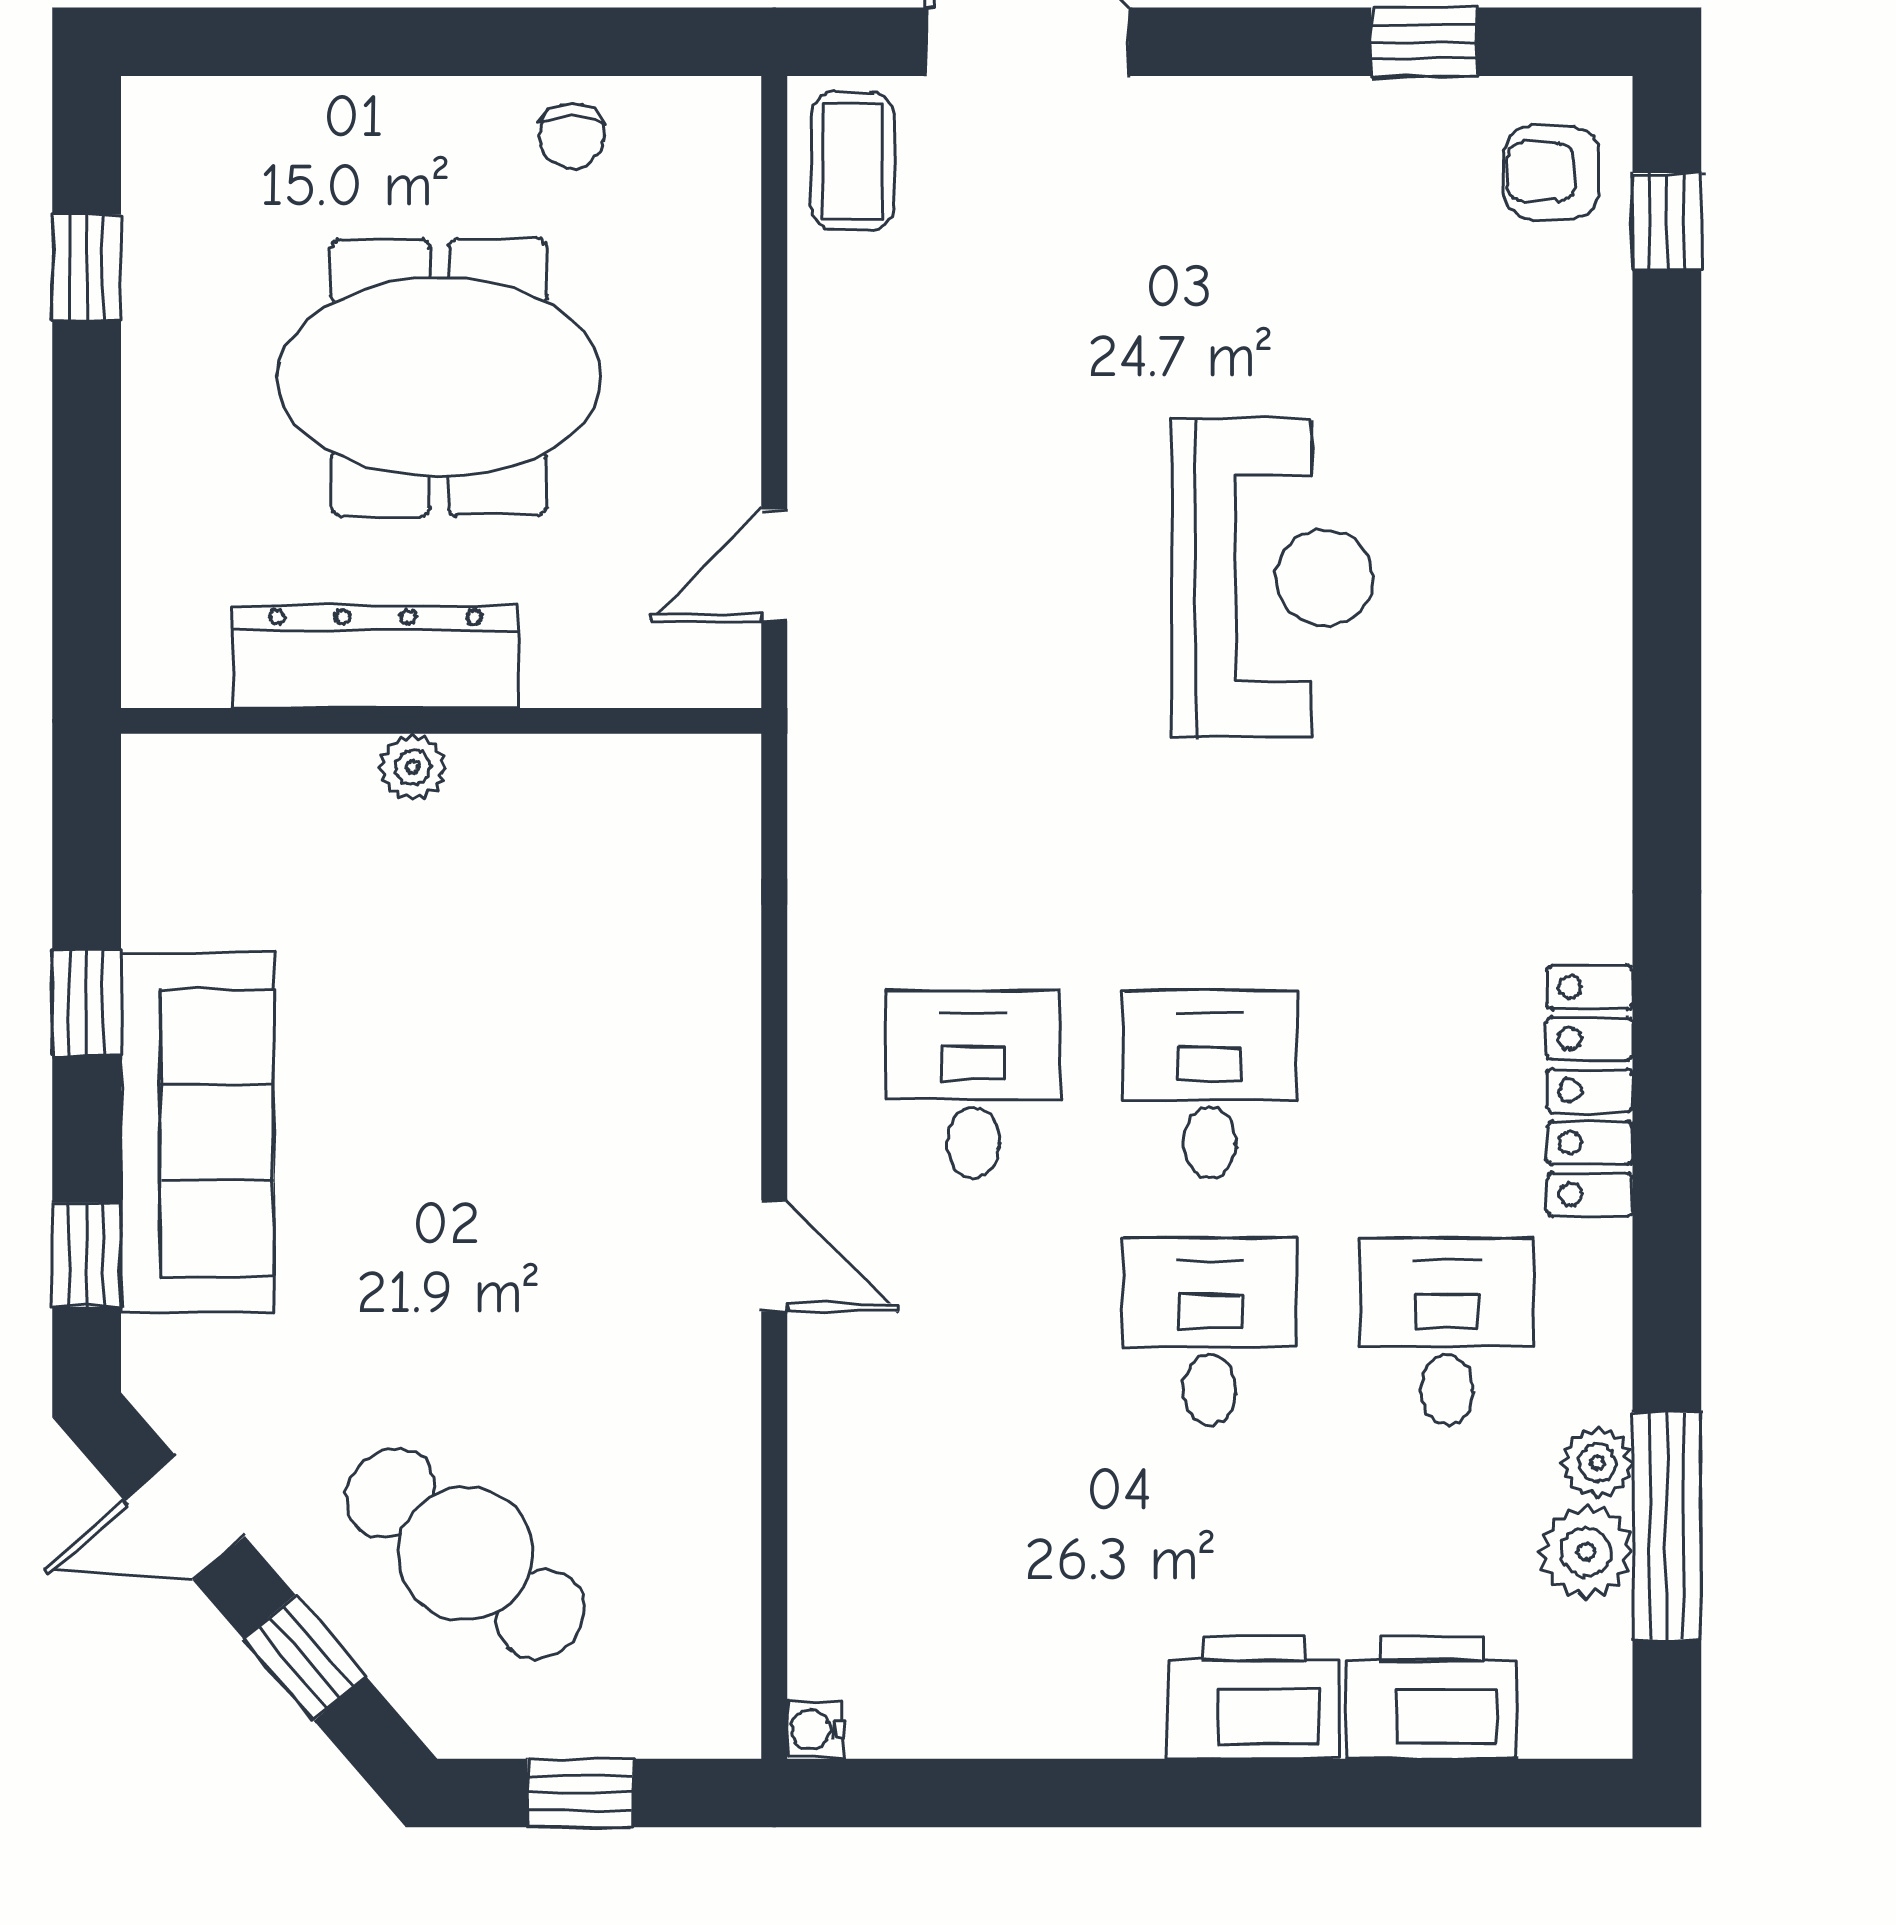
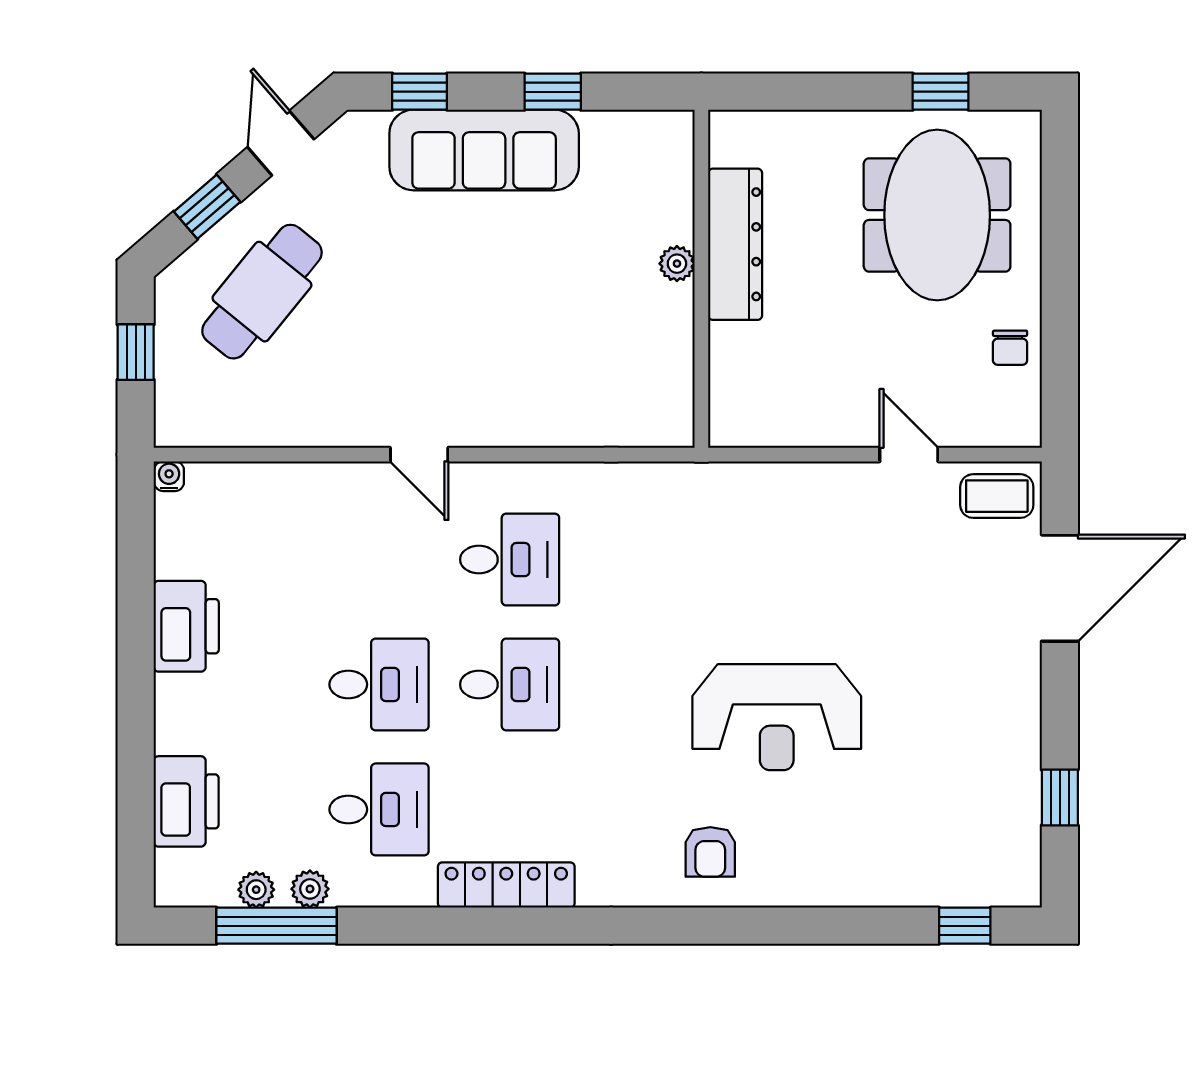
chair: (572, 136) -> (1010, 348), turned -90
armchair: (1552, 173) -> (710, 852), moved, turned 180
meeting table: (439, 377) -> (937, 215), moved
door: (774, 565) -> (909, 455), moved
door: (774, 1256) -> (419, 455), hinge flipped
plant: (1586, 1552) -> (256, 890), width x0.73, depth x0.73
printer: (1253, 1697) -> (186, 626), moved

